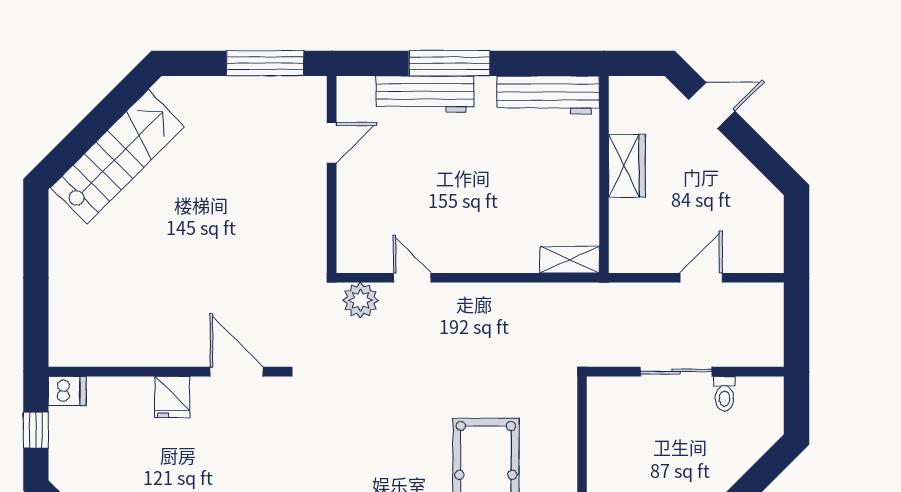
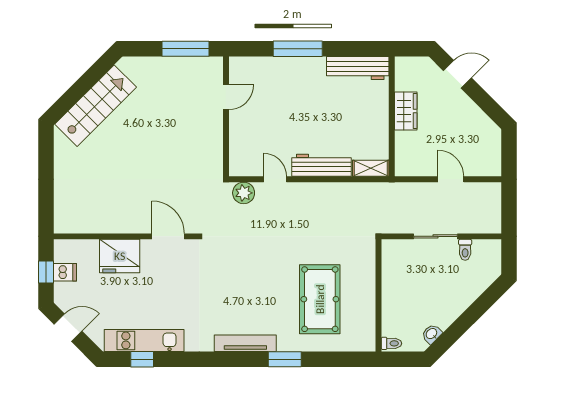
workbench: (425, 94) -> (321, 165), moved, turned 180
door: (701, 278) -> (451, 179), hinge flipped
dishwasher: (67, 391) -> (65, 272), moved
fridge: (172, 397) -> (120, 256), width x1.88, depth x1.34

